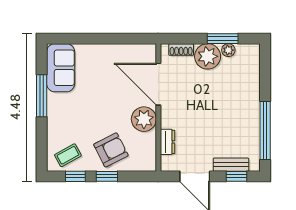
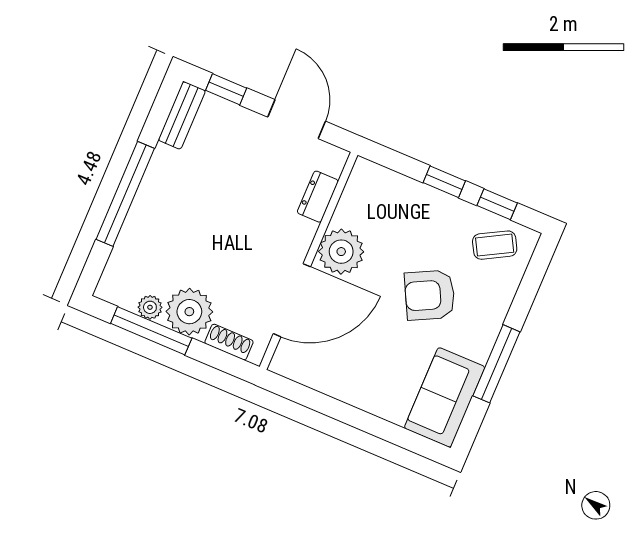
window: (223, 39) -> (151, 331), width x1.44
door: (158, 84) -> (292, 300), hinge flipped
window: (265, 131) -> (125, 194), moved
armchair: (111, 150) -> (430, 295), moved
bench: (231, 165) -> (182, 115), moved, turned 90

